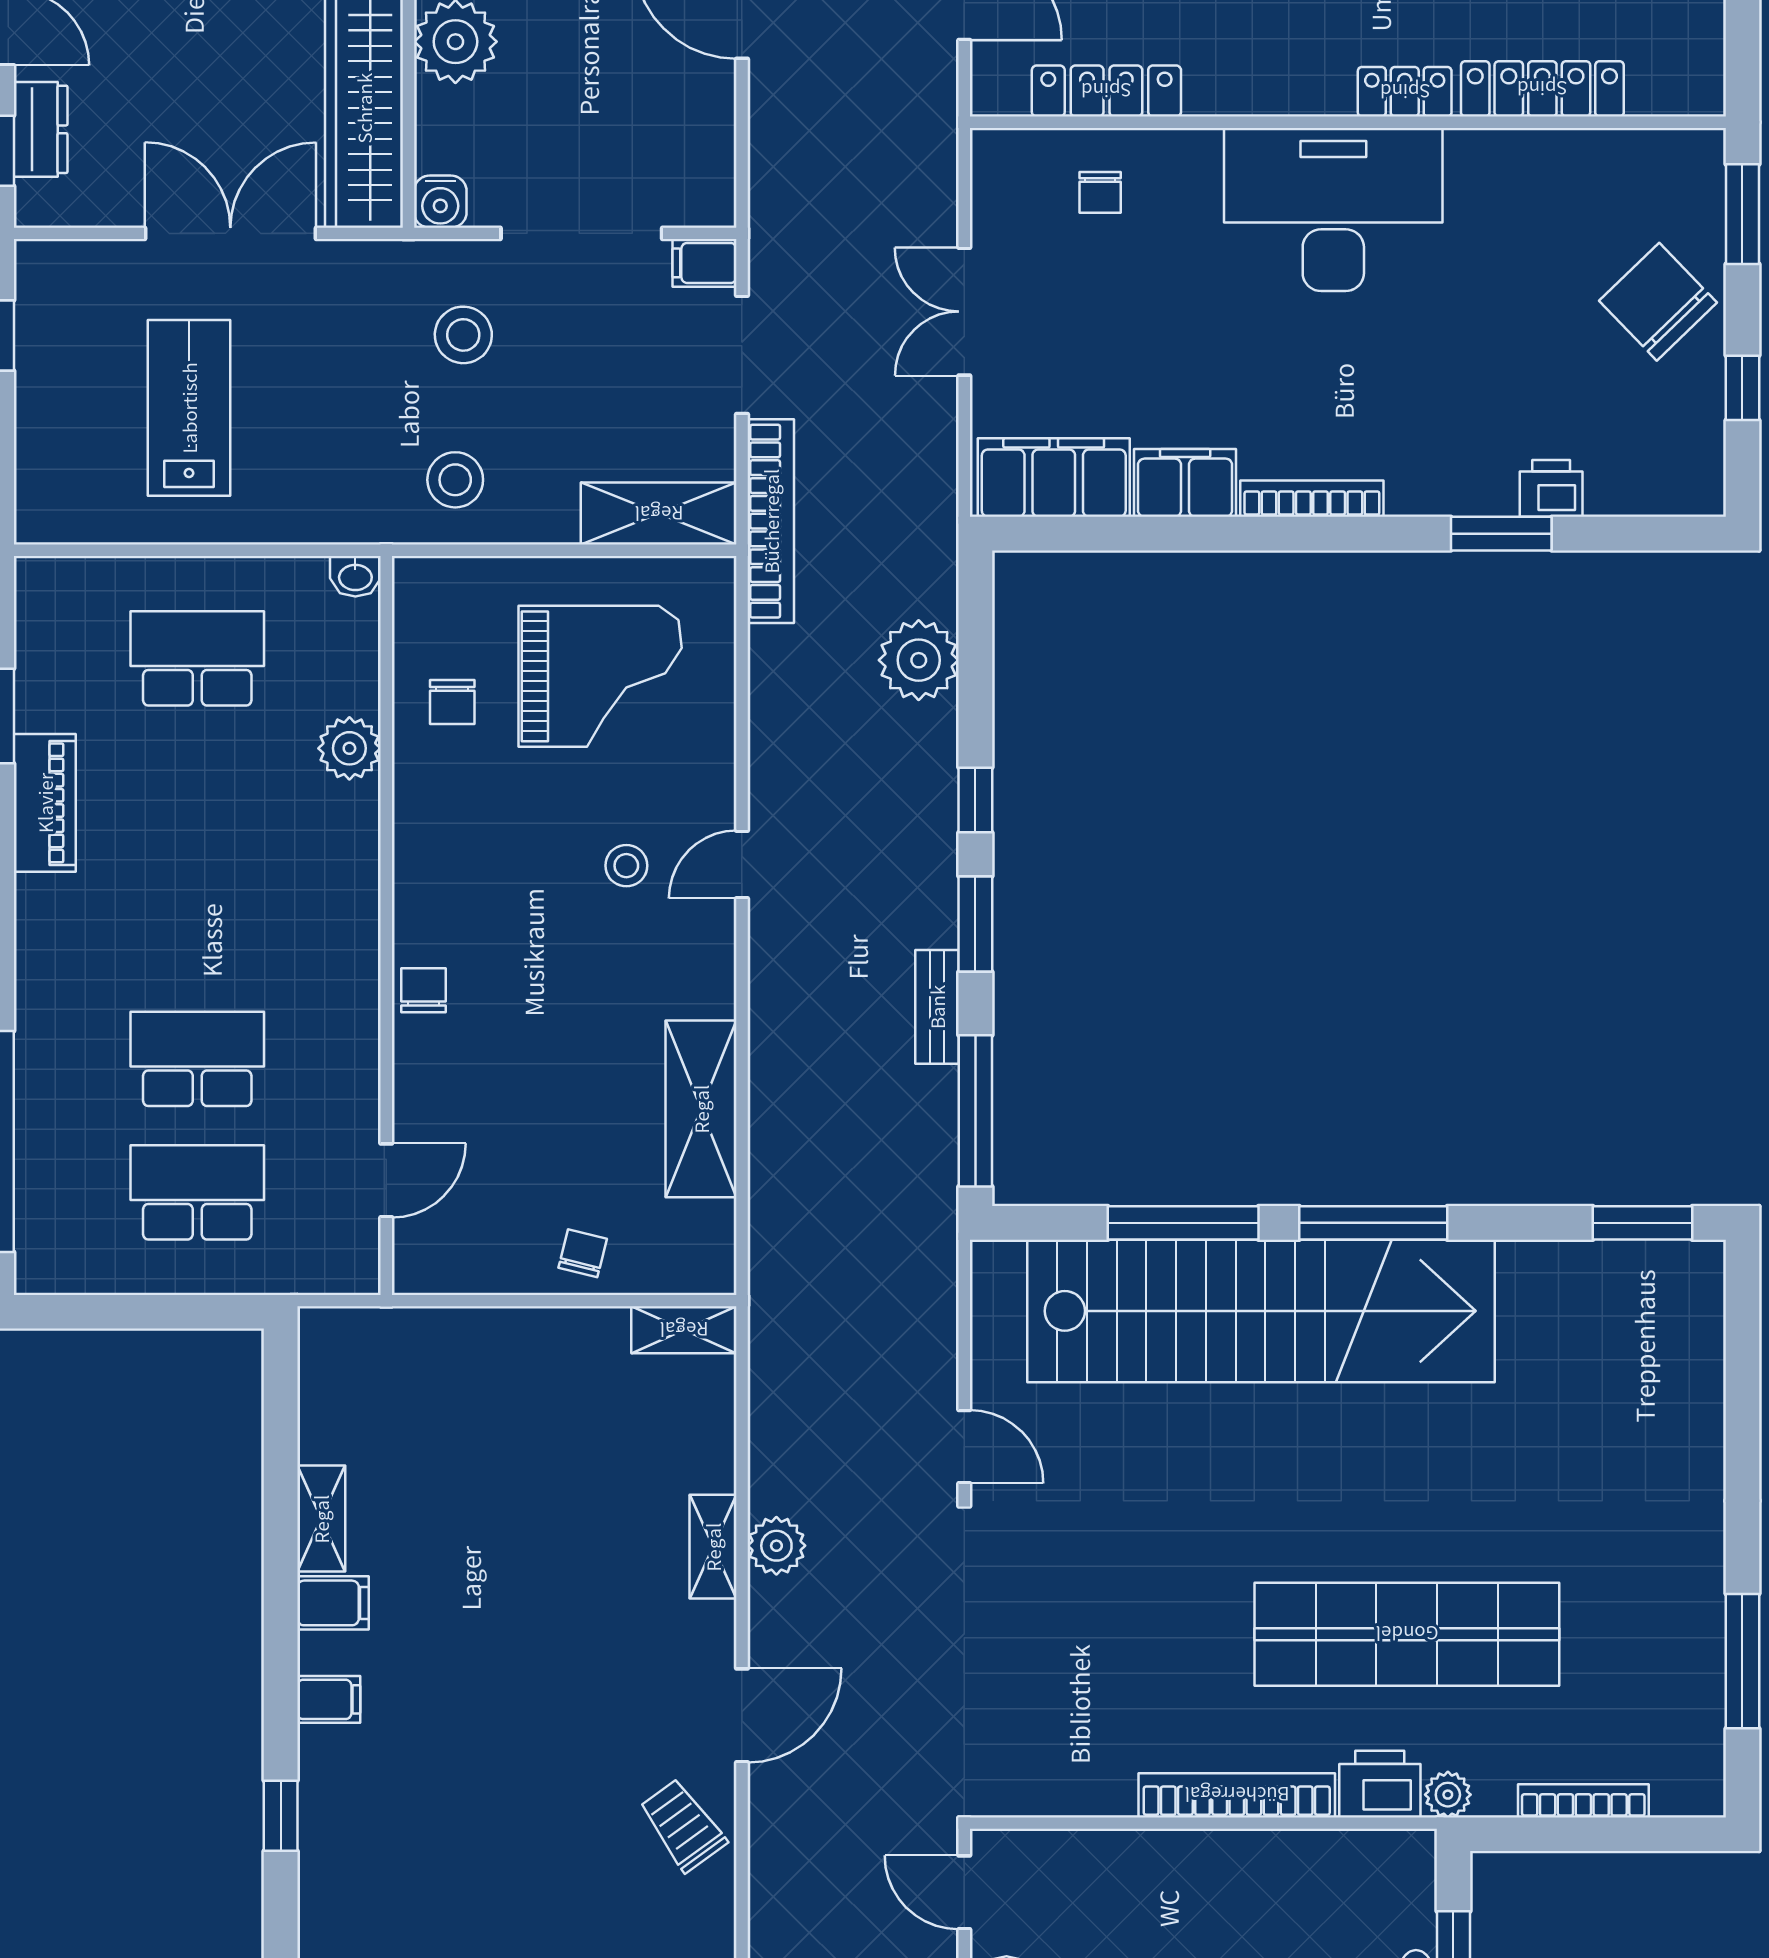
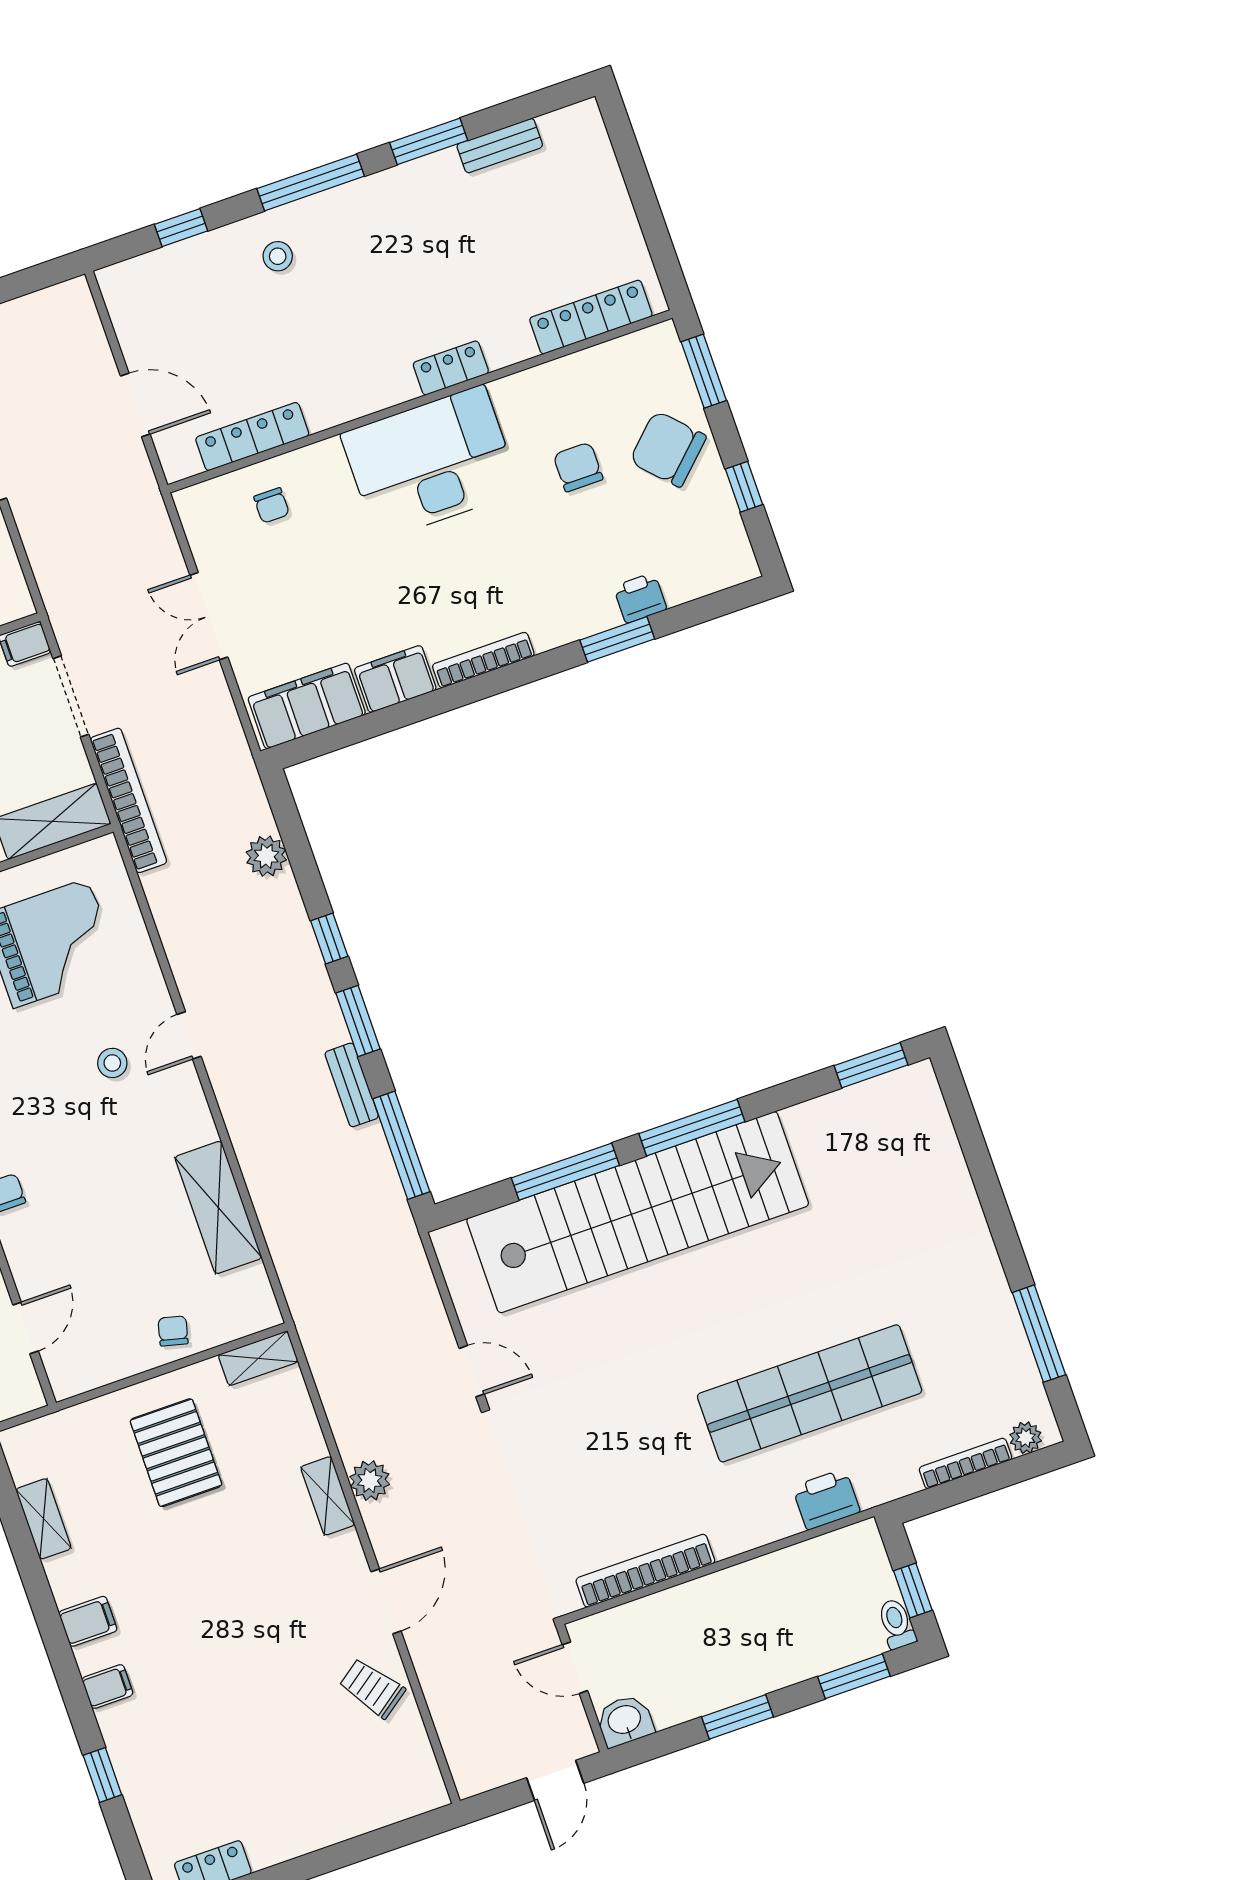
locker: (1542, 89) -> (591, 317), moved
chair: (1529, 284) -> (578, 467), added
plant: (919, 660) -> (266, 856), width x0.73, depth x0.73
pallet: (530, 1418) -> (176, 1453), added
shelving: (321, 1519) -> (44, 1519), moved
bookcase: (1237, 1795) -> (645, 1571), moved
plant: (1448, 1795) -> (1026, 1438), moved

